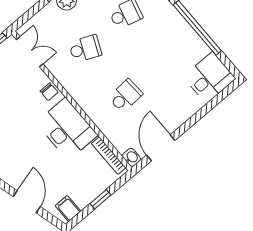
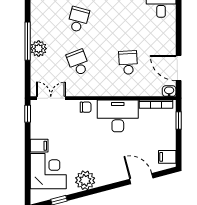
school desk: (85, 49) -> (78, 62), turned -45
window: (100, 199) -> (179, 120), moved

